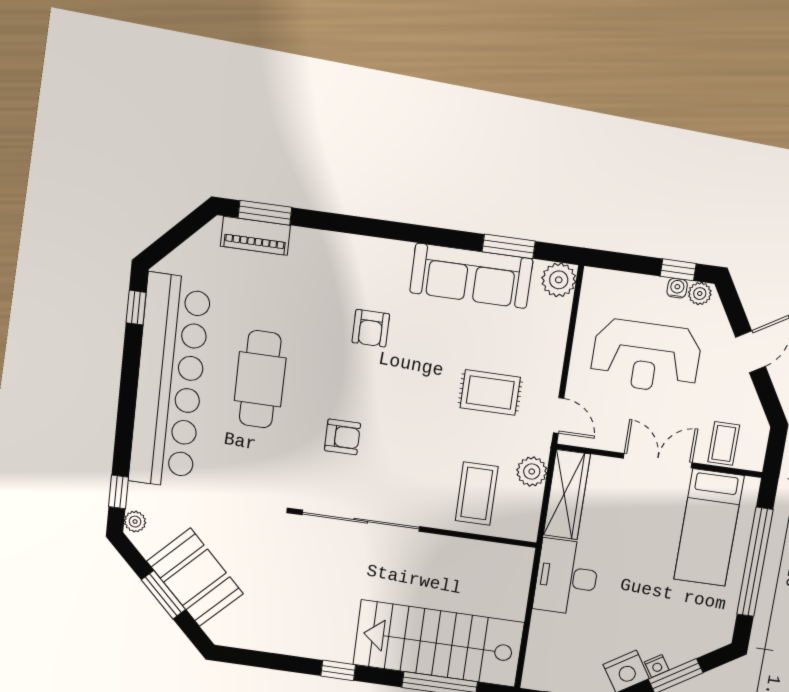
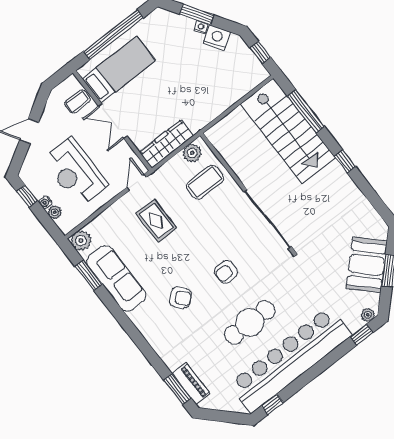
water cooler: (677, 288) -> (45, 202), moved
plant: (700, 294) -> (55, 212), moved
armchair: (371, 328) -> (181, 298), turned 48
reception desk: (646, 356) -> (75, 172), turned 180
armchair: (342, 437) -> (226, 272), moved, turned -90
plant: (532, 472) -> (192, 153), moved
desk: (567, 577) -> (202, 107), removed

